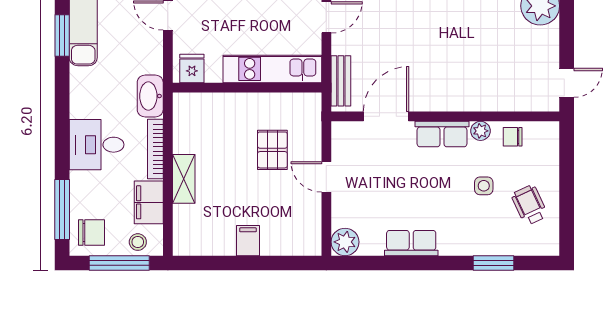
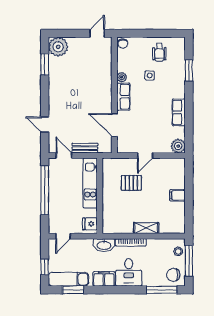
bench: (341, 81) -> (85, 148), moved
door: (567, 83) -> (97, 33), hinge flipped
chair: (513, 137) -> (123, 43), moved
filing cabinet: (149, 202) -> (104, 279), moved, turned 180
wheelchair: (529, 205) -> (159, 52), turned -65
chair: (92, 232) -> (173, 275), turned -90

